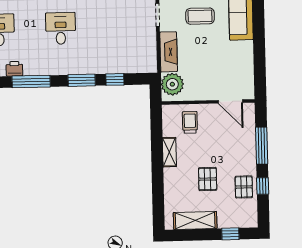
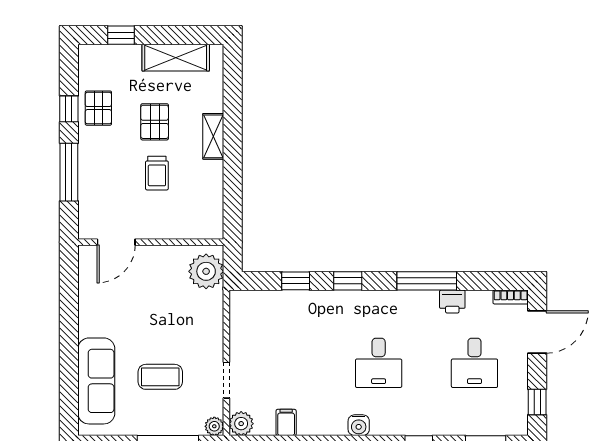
fireplace: (169, 52) -> (211, 322), removed
window: (82, 80) -> (348, 281), width x0.67
door: (230, 101) -> (116, 242), swing flipped
trolley: (190, 122) -> (157, 173), moved
shelving: (169, 152) -> (213, 136), moved

